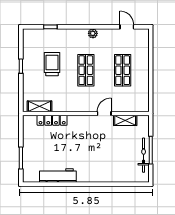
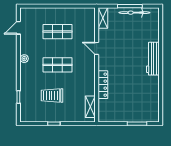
locker: (52, 120) -> (103, 85), moved
shelving: (125, 120) -> (103, 18), moved
workbench: (58, 176) -> (153, 59), moved

